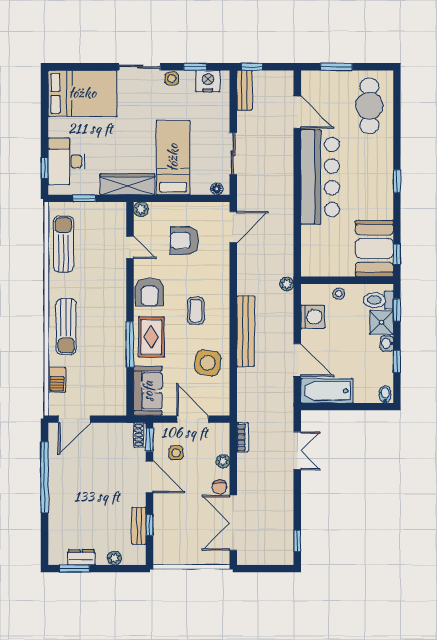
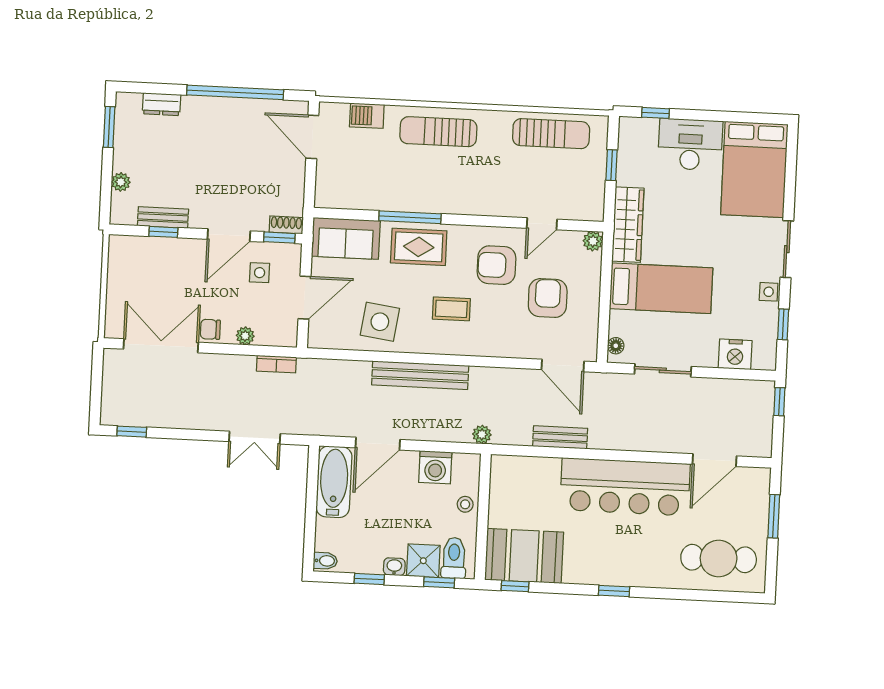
nightstand: (208, 81) -> (735, 354), moved, turned 90
bench: (244, 90) -> (560, 437), moved
desk: (66, 161) -> (690, 144), moved
armchair: (150, 292) -> (497, 265), moved
dresser: (81, 557) -> (162, 104), moved, turned 90

